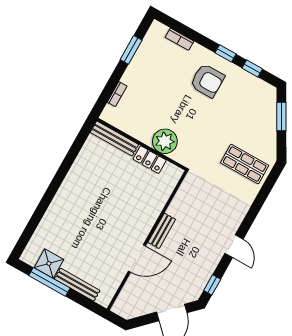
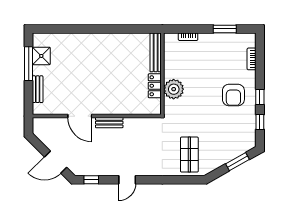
bench: (77, 285) -> (38, 89), width x0.73

